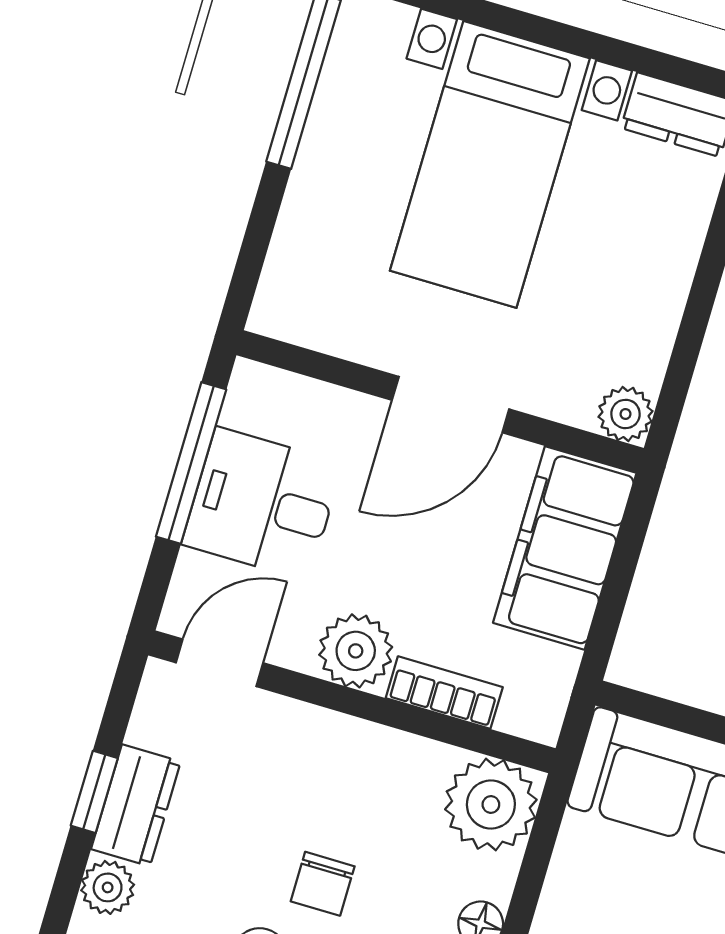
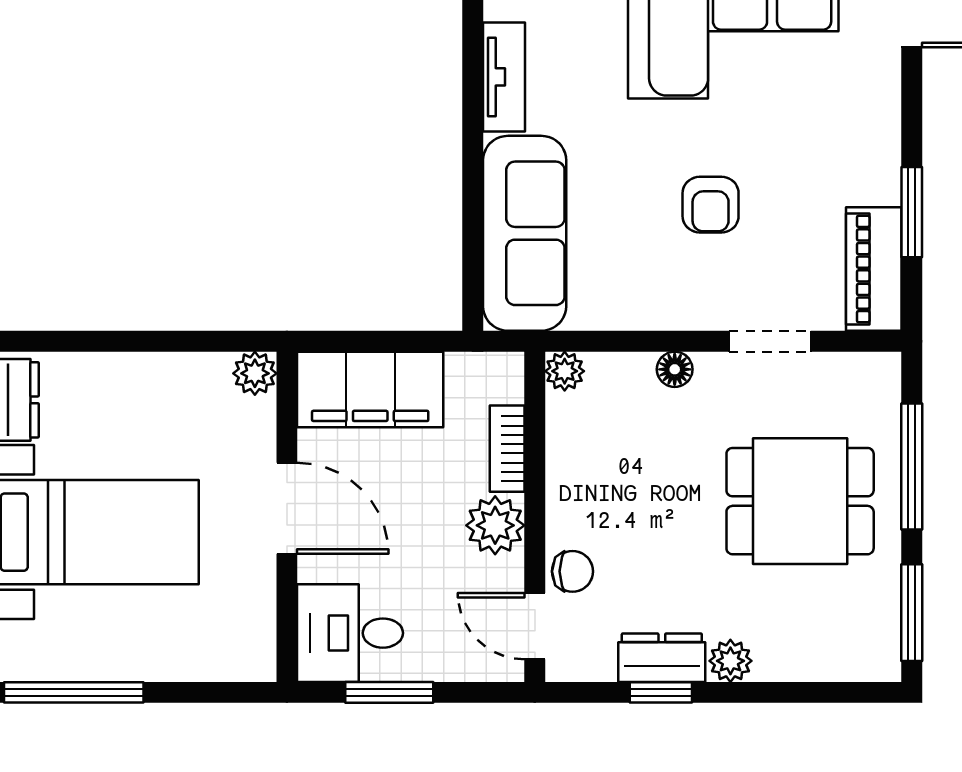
window: (191, 463) -> (389, 692), width x0.69
desk: (262, 504) -> (350, 633), moved, turned 90
plant: (491, 804) -> (565, 371), width x0.53, depth x0.53
chair: (323, 884) -> (573, 571), moved

